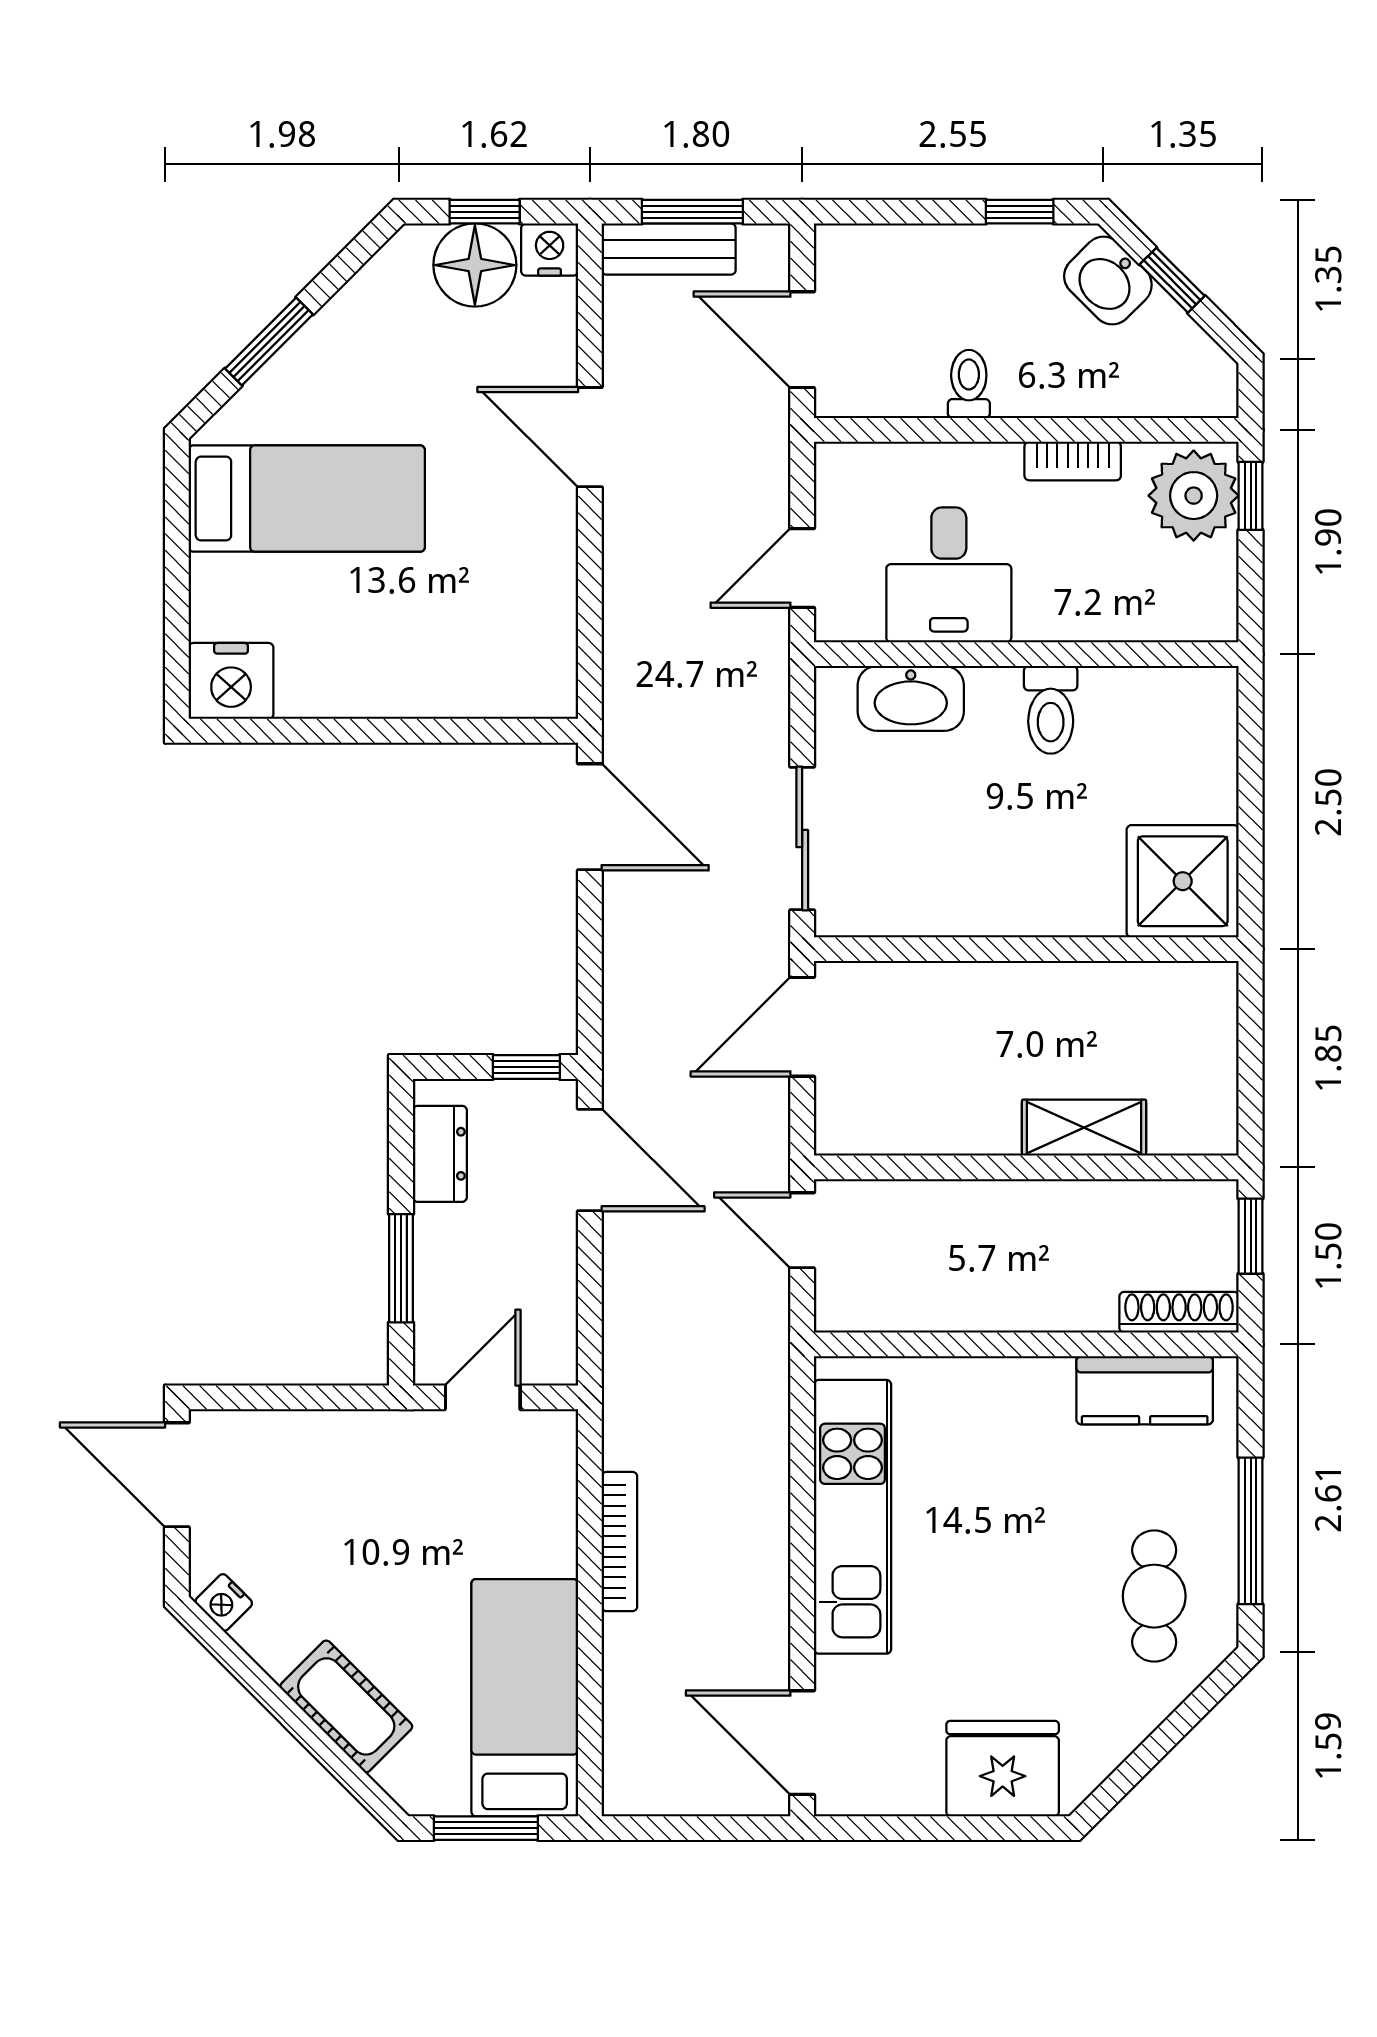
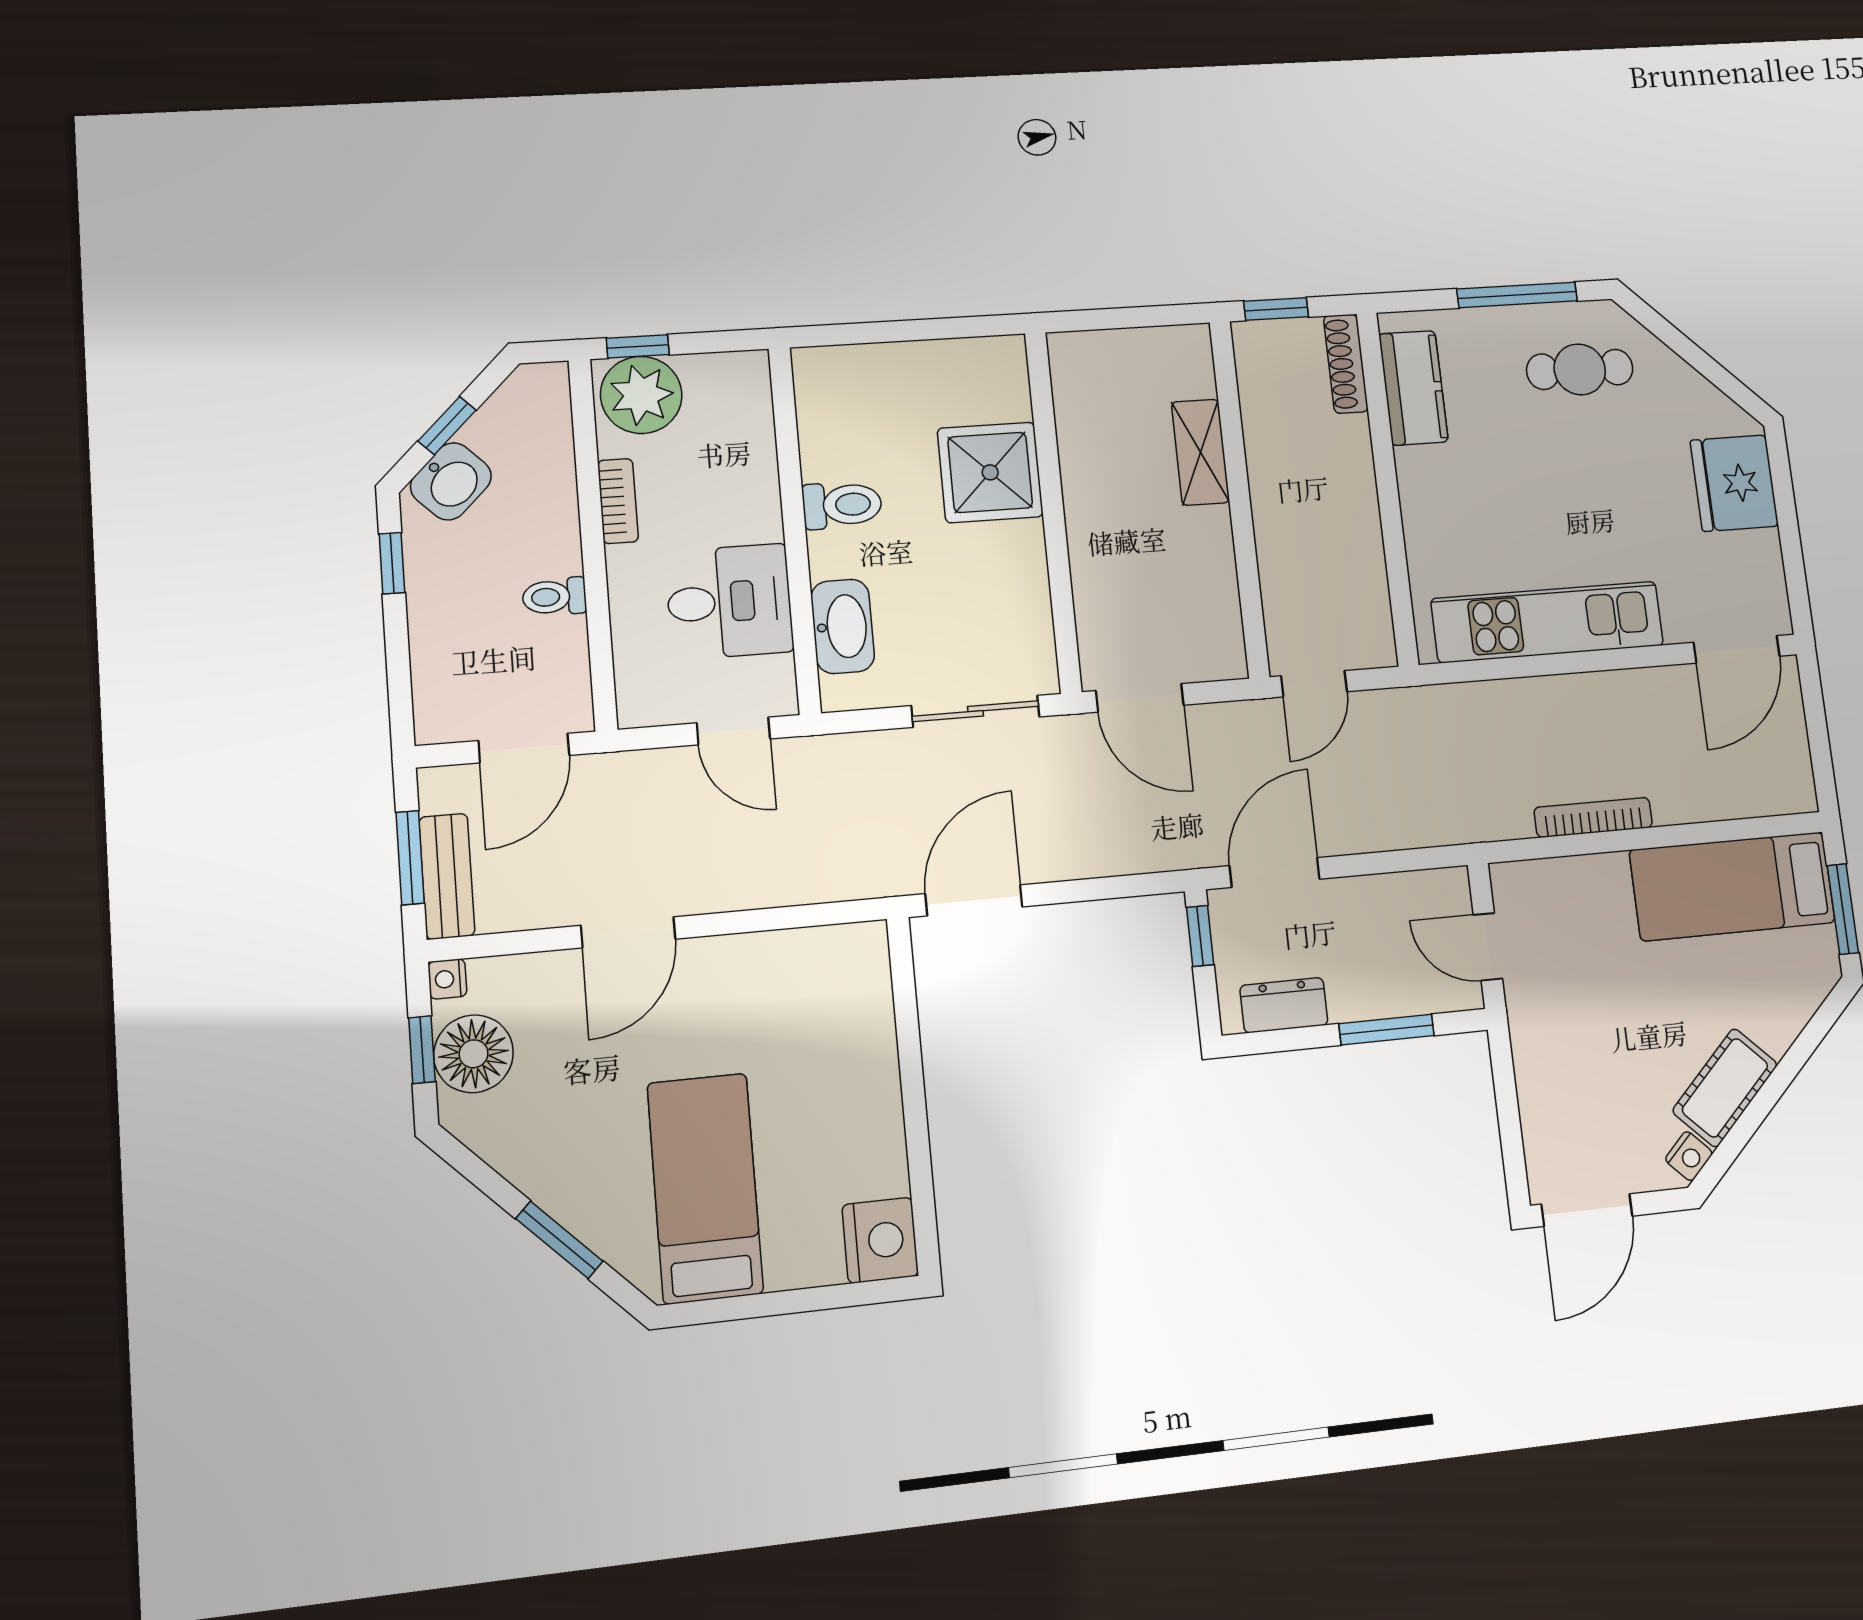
nightstand: (550, 250) -> (447, 979), width x0.72, depth x0.74
shower: (1183, 881) -> (990, 472), moved
cot: (346, 1706) -> (1725, 1088), moved

